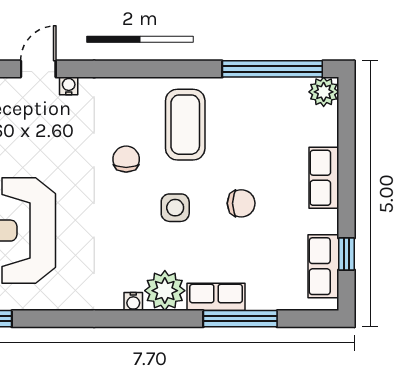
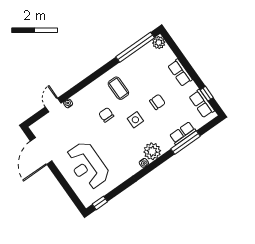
coffee table: (185, 125) -> (118, 88), width x0.73, depth x0.76
row of seats: (216, 297) -> (183, 133), moved

